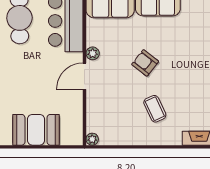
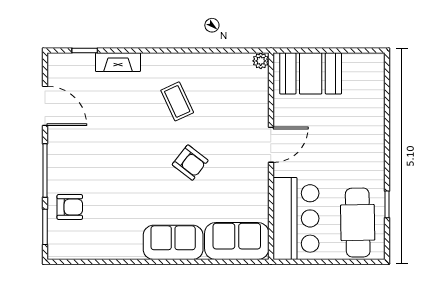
plant: (93, 53) -> (260, 175), removed
booth: (36, 130) -> (311, 73), moved

